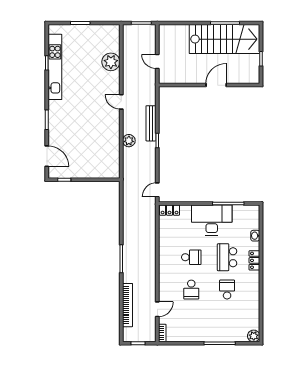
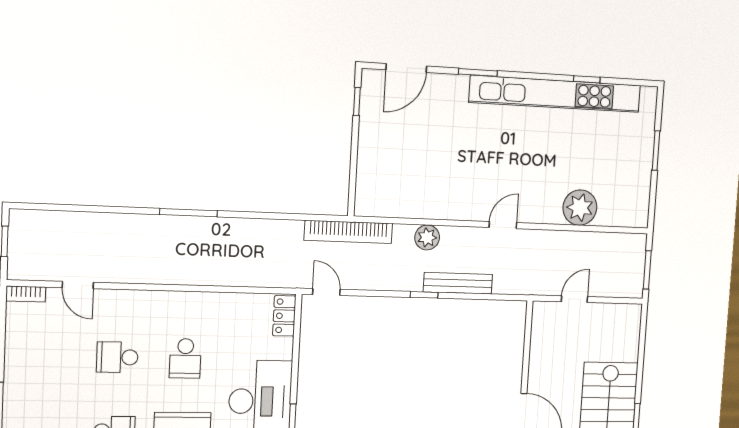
kitchen unit: (55, 67) -> (556, 94), width x1.36
bookcase: (128, 305) -> (348, 232), moved

